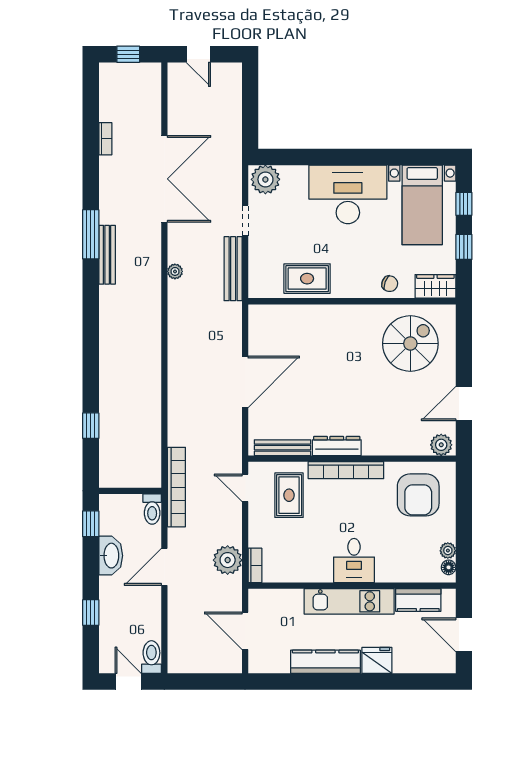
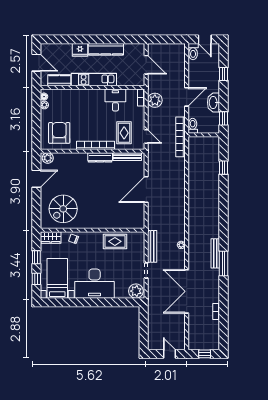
desk: (354, 561) -> (115, 100), moved

